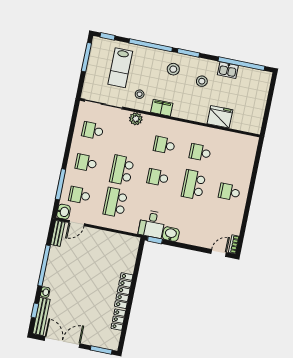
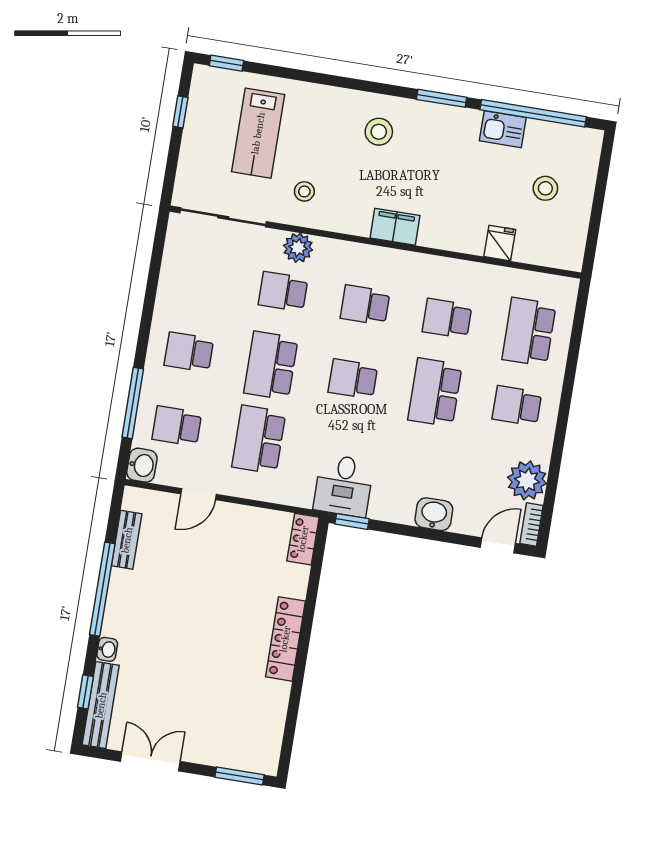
window: (151, 45) -> (325, 79), removed
window: (188, 53) -> (442, 98), moved
window: (86, 57) -> (180, 112), width x0.46
stool: (202, 81) -> (545, 188), moved
filing cabinet: (162, 108) -> (395, 227), moved
fridge: (220, 117) -> (500, 243), width x0.53, depth x0.75
school desk: (93, 131) -> (283, 292), moved
school desk: (236, 160) -> (529, 332), added
door: (77, 223) -> (199, 494), moved
plant: (233, 225) -> (527, 480), added
bench: (58, 233) -> (127, 540), moved
washbasin: (171, 234) -> (434, 514), moved
locker: (118, 320) -> (303, 539), moved
double door: (62, 342) -> (150, 761), width x0.73

